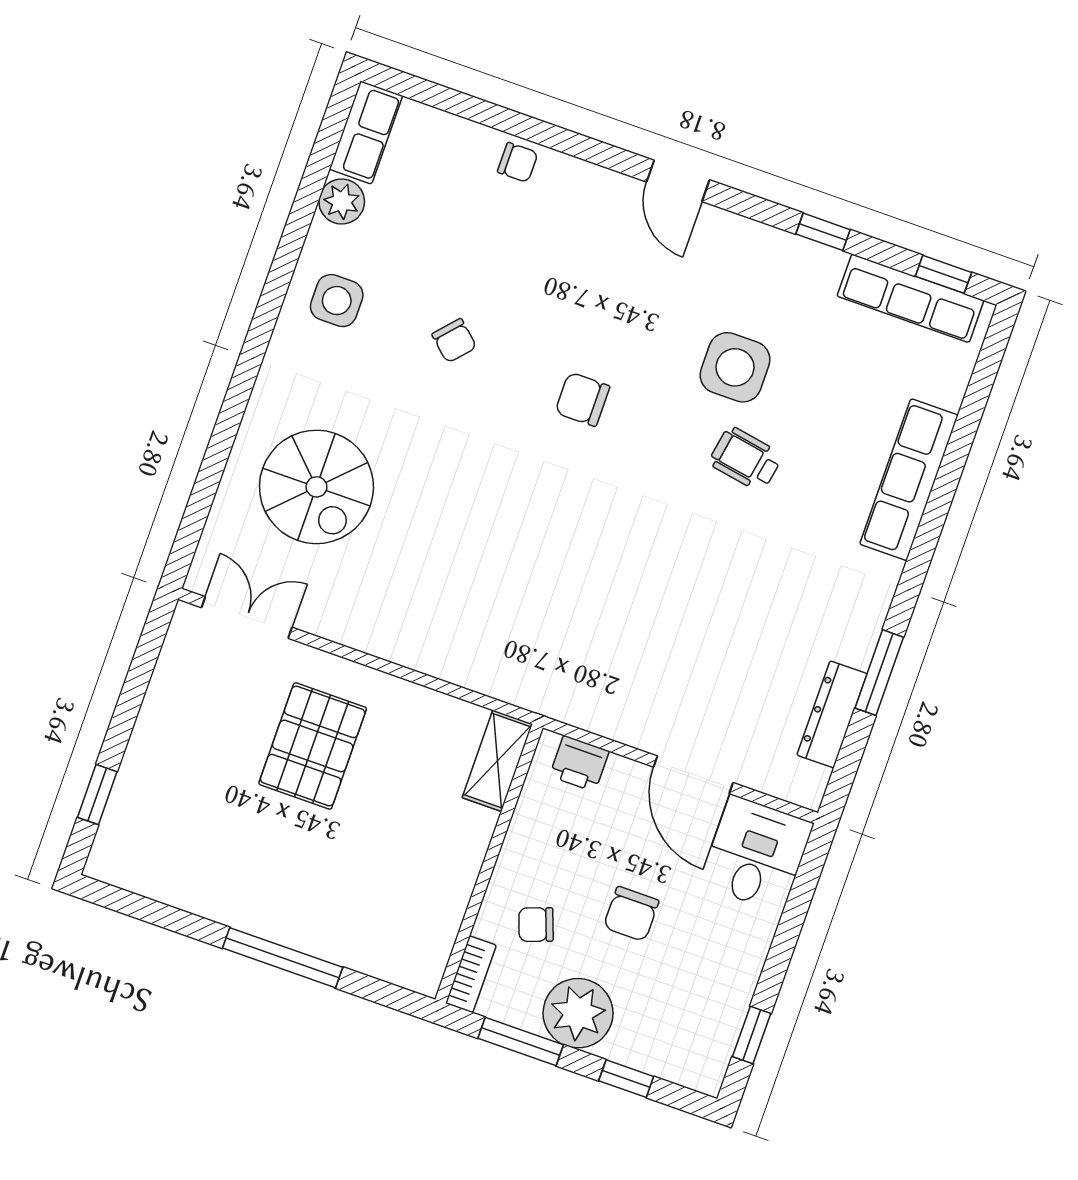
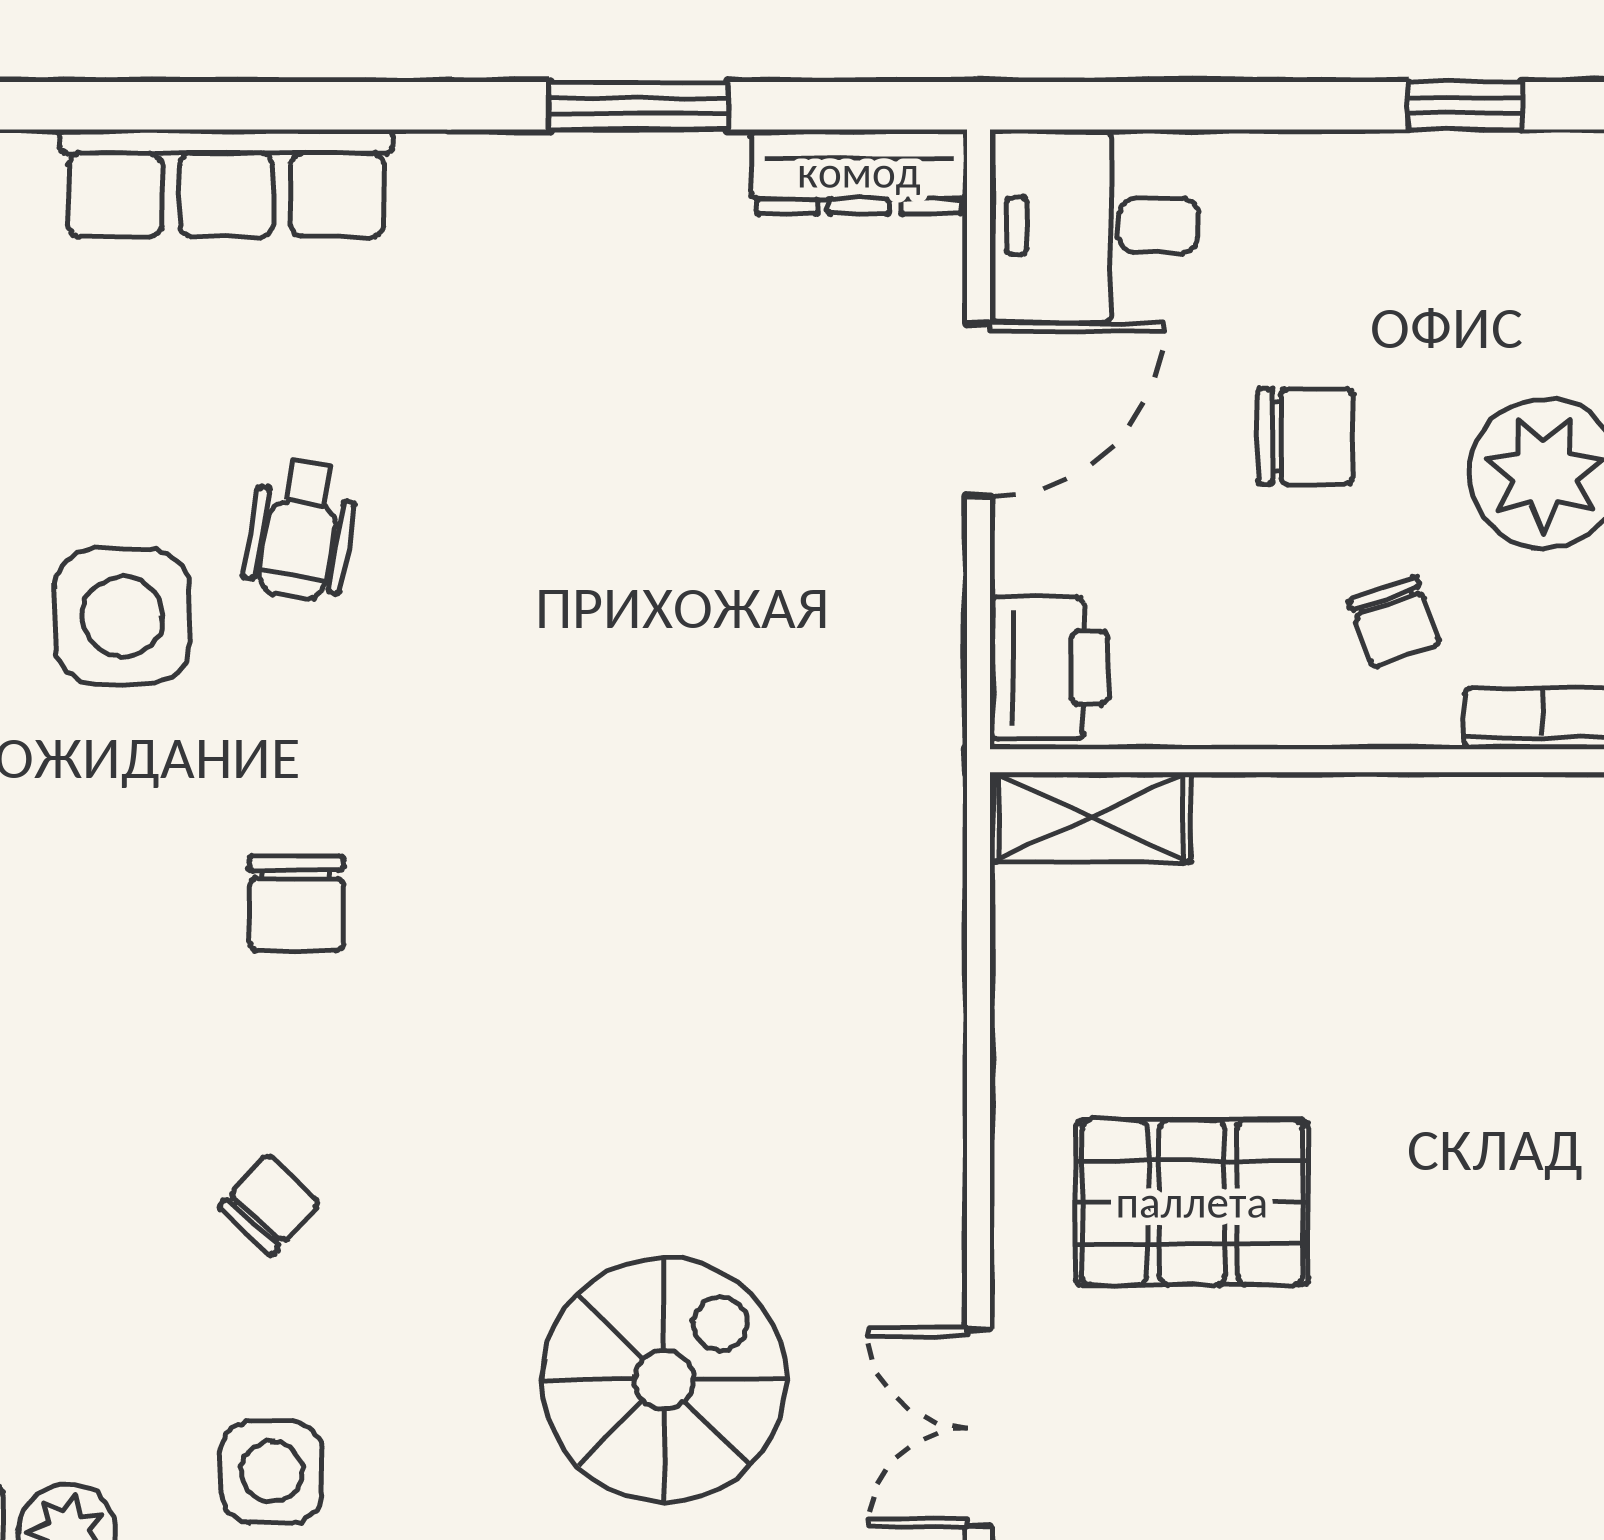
dresser: (832, 714) -> (859, 172), moved
printer: (579, 764) -> (1049, 668), width x1.36, depth x1.24

